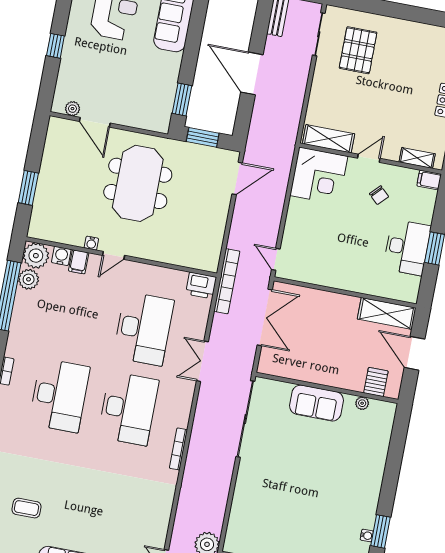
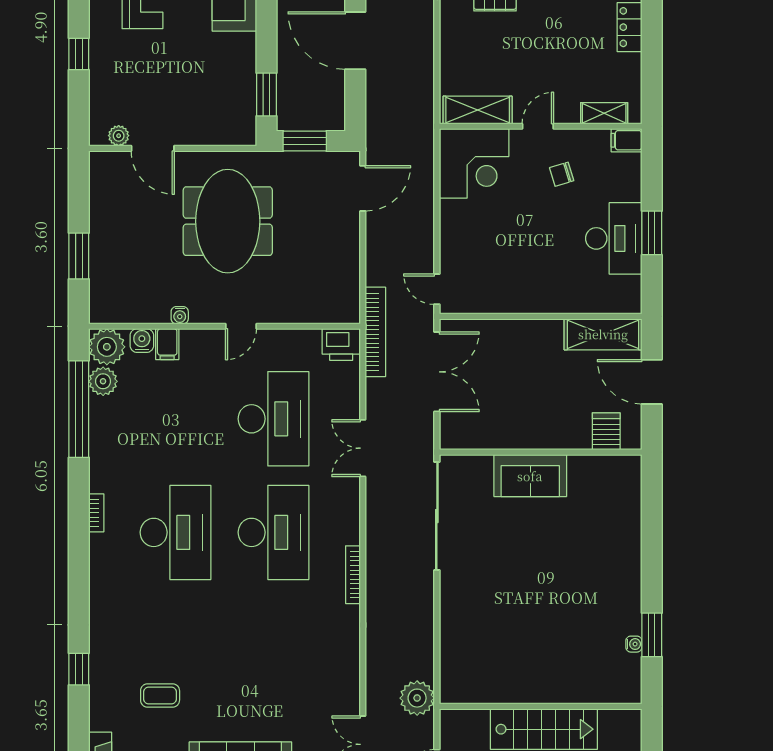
chair: (379, 195) -> (562, 174), turned 119
door: (114, 255) -> (241, 326), moved
plant: (362, 403) -> (593, 464), removed

